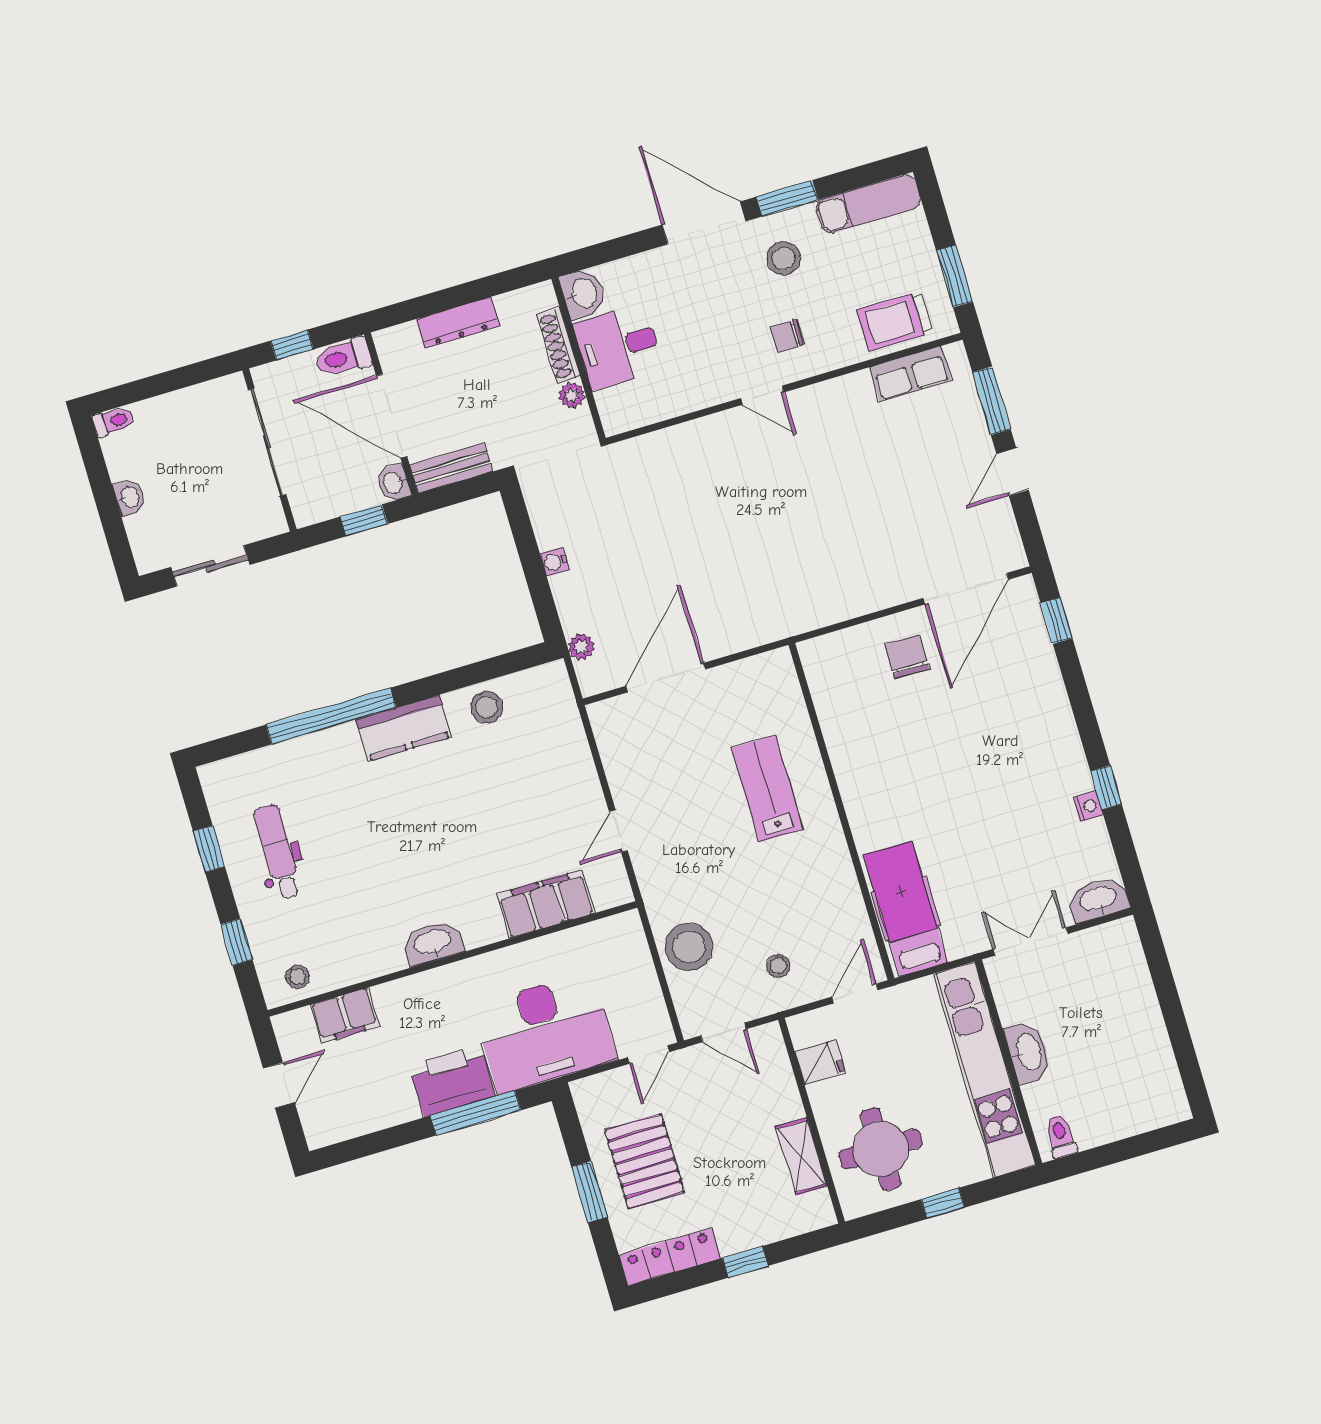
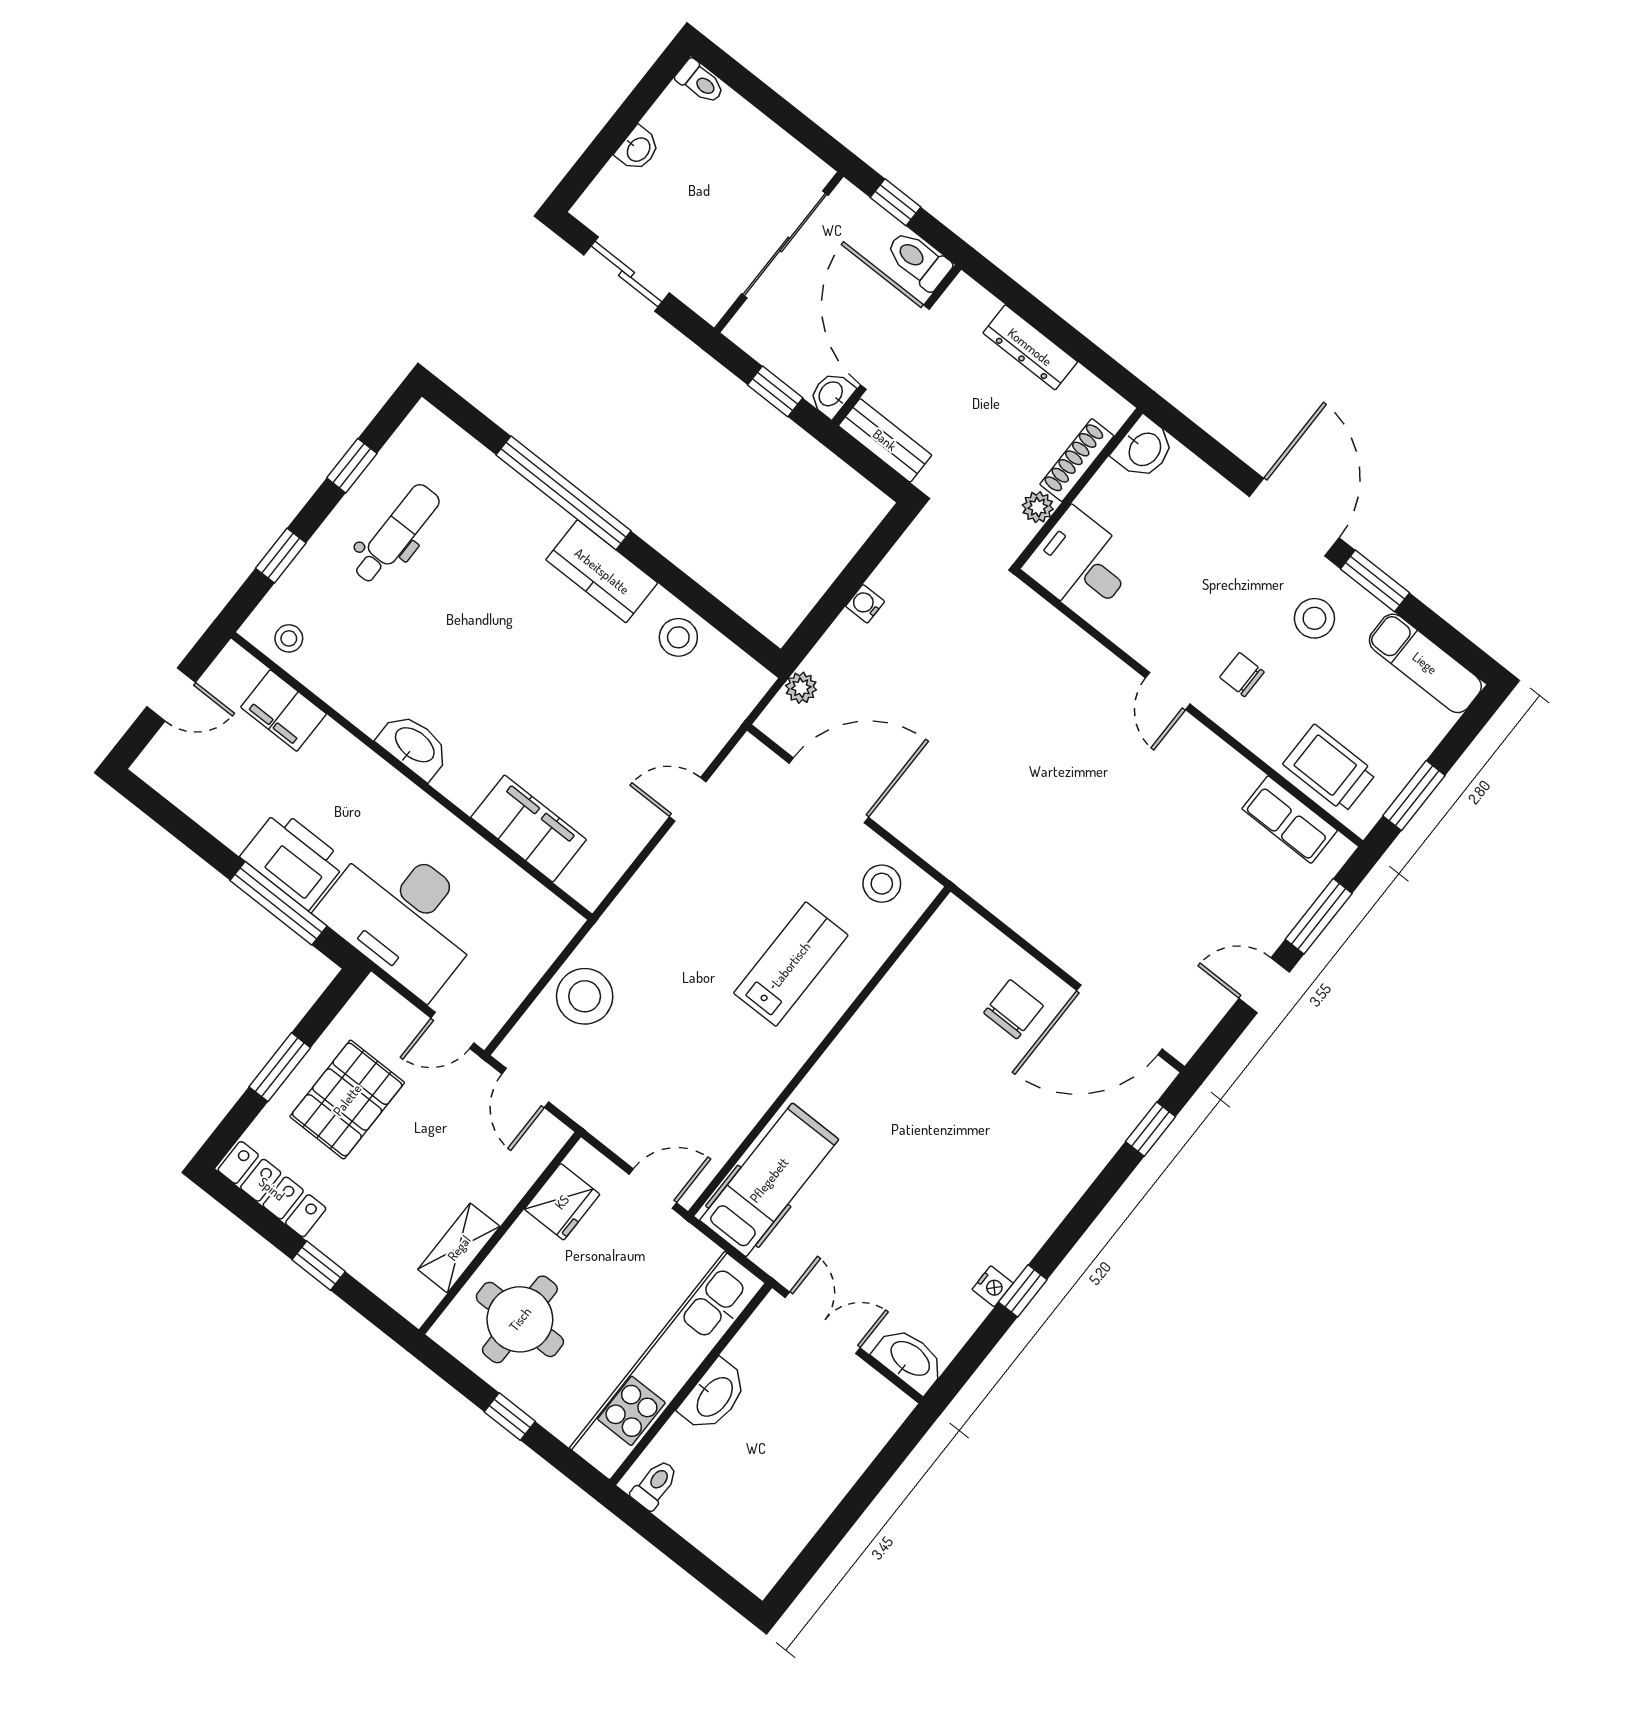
desk: (618, 347) -> (1081, 564), moved
door: (618, 831) -> (688, 799), moved
stool: (778, 966) -> (882, 884), moved, width x1.37, depth x1.37
fridge: (820, 1062) -> (562, 1202), width x1.38

